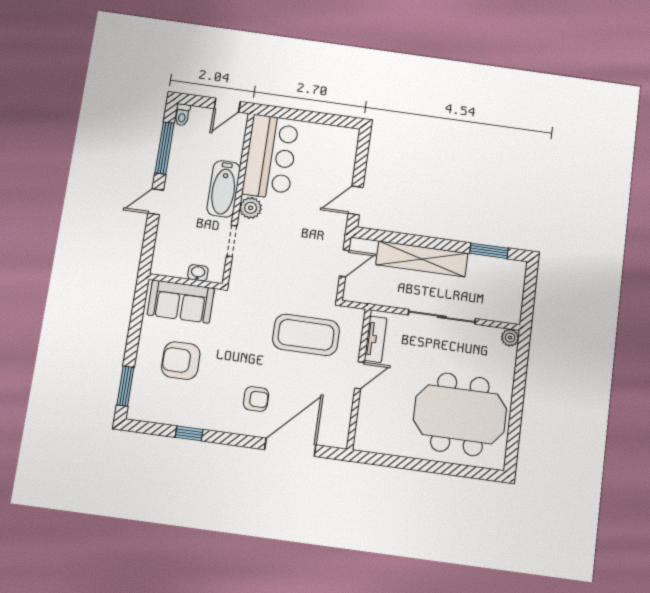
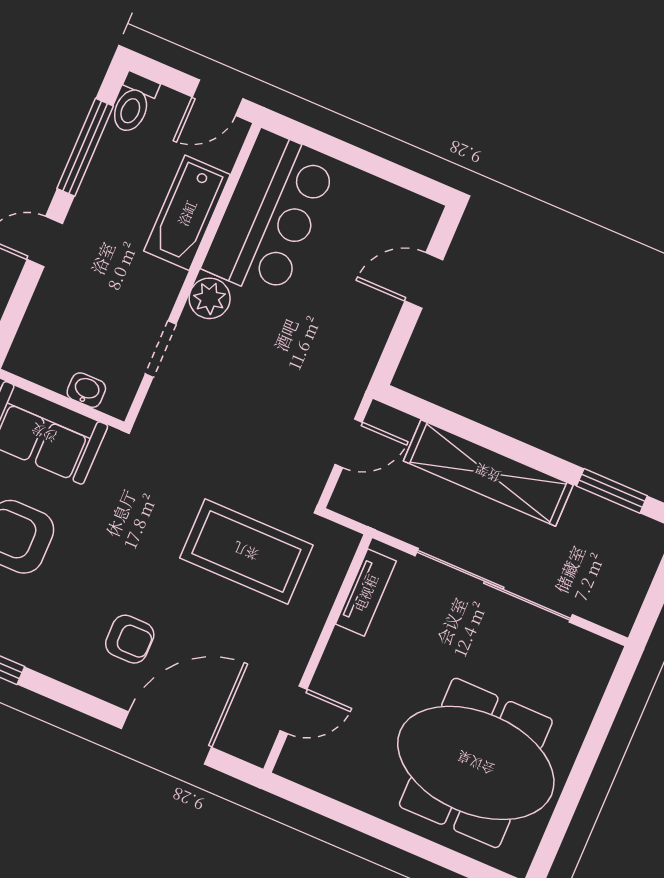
toilet: (182, 115) -> (133, 103), width x1.37, depth x1.39
bathtub: (224, 189) -> (187, 213), moved
door: (356, 200) -> (424, 281), moved
sliding door: (442, 317) -> (494, 585), width x1.36
plant: (510, 338) -> (603, 655), removed
door: (359, 375) -> (293, 710), moved

